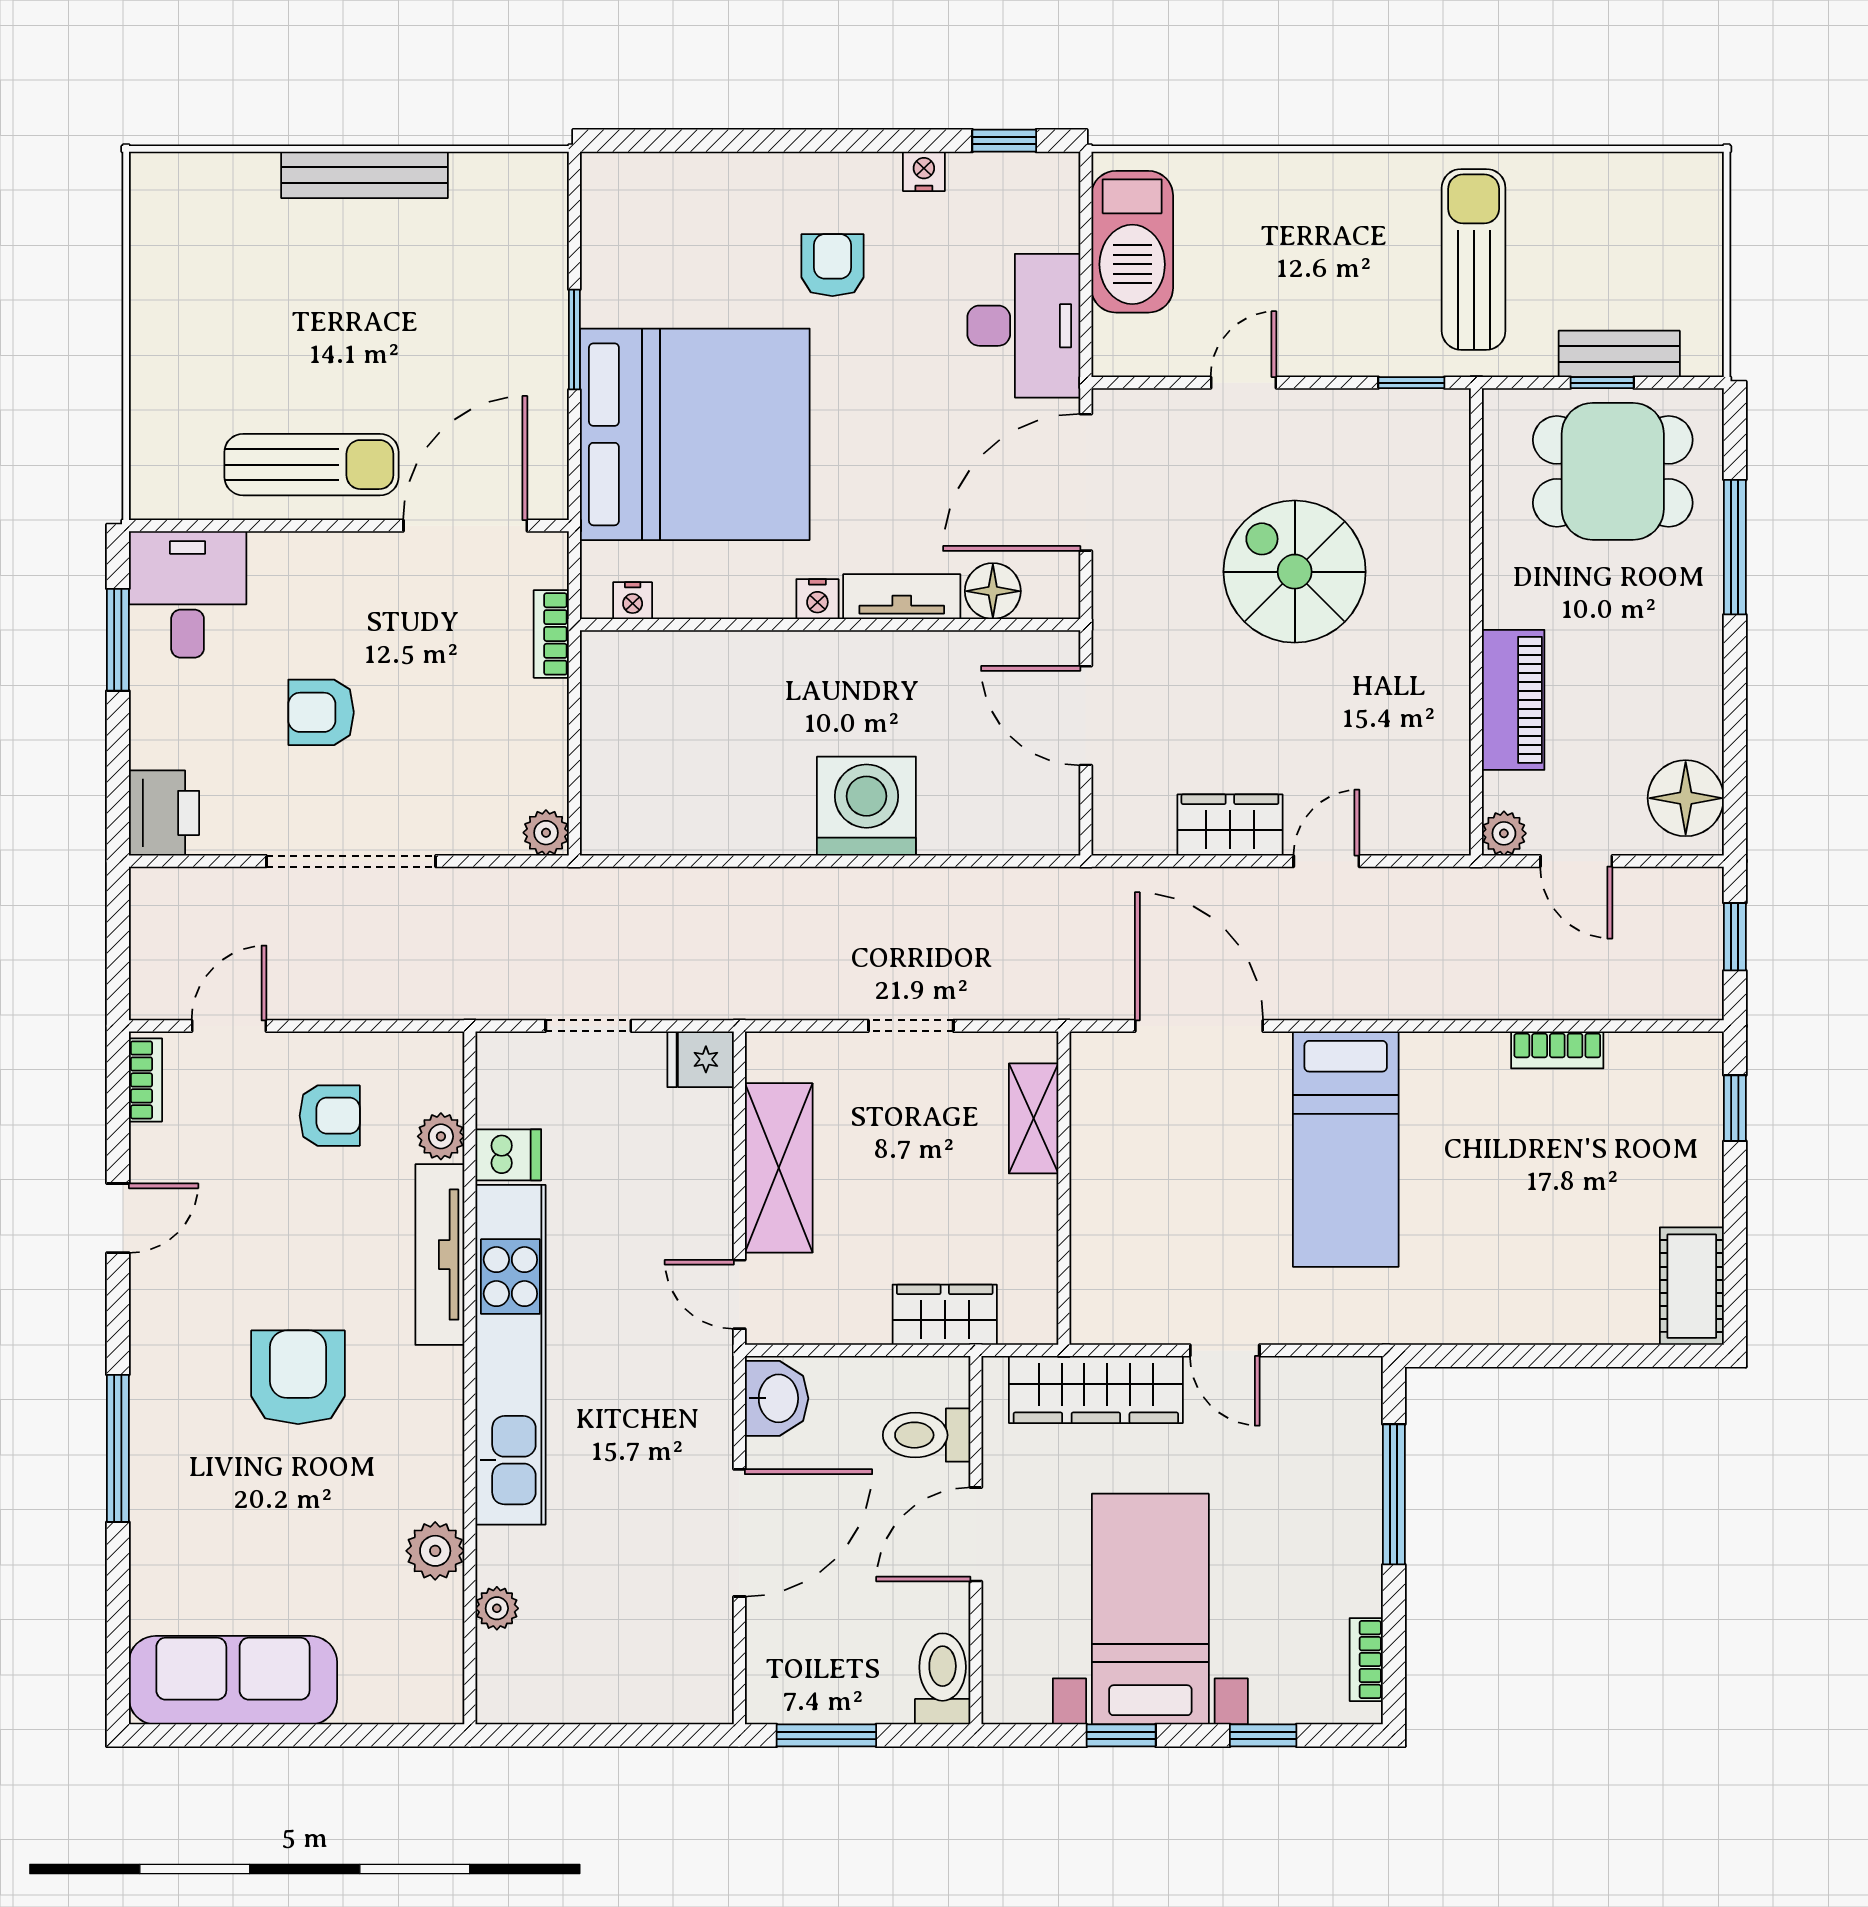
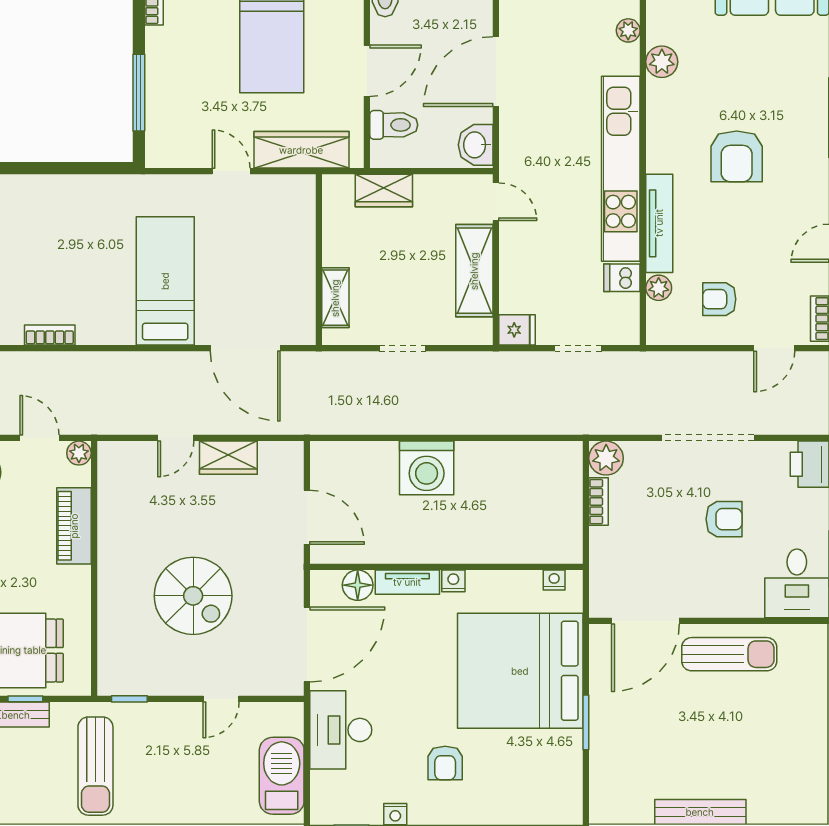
sun lounger: (312, 465) -> (729, 654), turned 180
bookcase: (551, 634) -> (598, 502), moved
plant: (546, 833) -> (606, 458), width x1.38, depth x1.38

